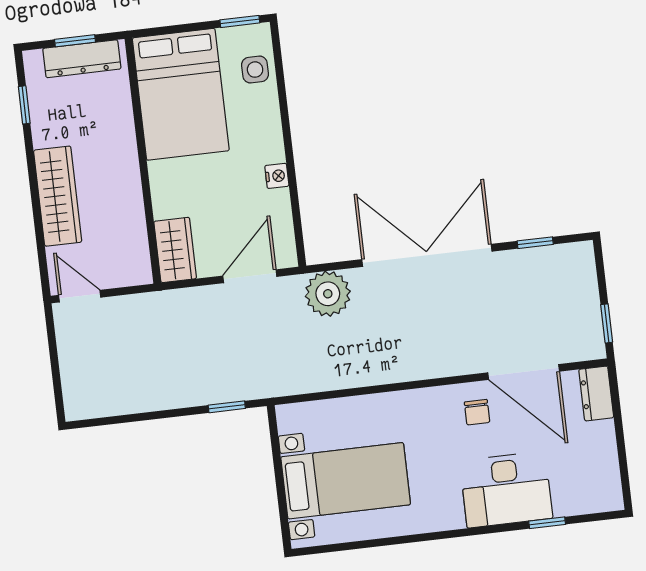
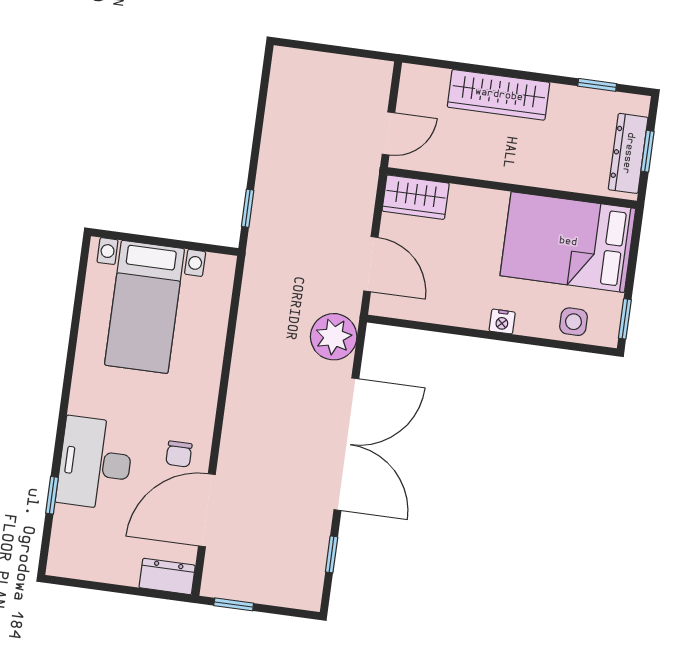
nightstand: (277, 176) -> (502, 322), moved
door: (80, 296) -> (388, 133), moved
chair: (477, 412) -> (179, 454), turned -90

